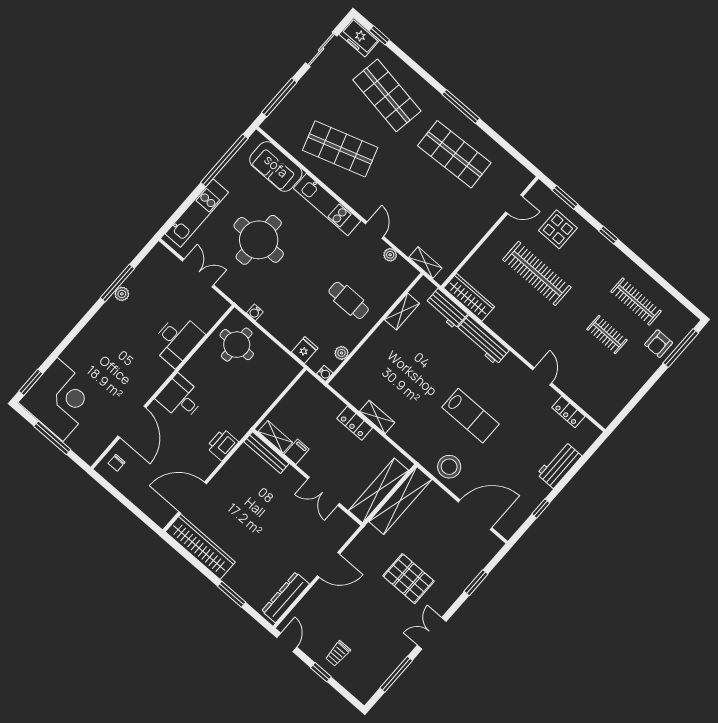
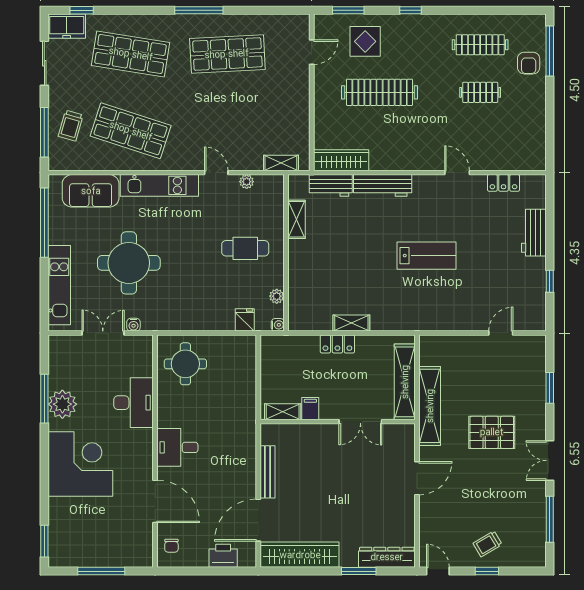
trolley: (302, 109) -> (71, 126), added
shop shelf: (340, 149) -> (131, 131), turned 36
plant: (122, 294) -> (62, 404), width x1.88, depth x1.88
water cooler: (255, 312) -> (133, 325), moved
corner desk: (60, 399) -> (80, 464), moved
printer: (222, 445) -> (223, 556), moved, turned 90
bench: (266, 453) -> (268, 472), moved, turned 90
stool: (449, 467) -> (445, 312), removed
shelving: (400, 500) -> (430, 406), moved
door: (475, 515) -> (501, 333), width x0.53
dresser: (286, 597) -> (387, 557), moved, turned 90
trolley: (338, 654) -> (488, 544), turned 59

